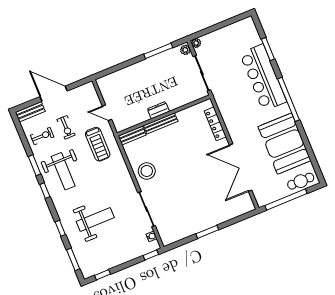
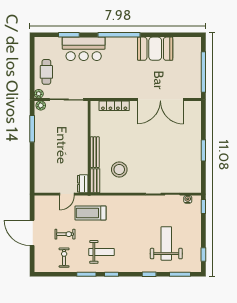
bar counter: (263, 77) -> (84, 49), width x0.73
door: (54, 94) -> (32, 233), hinge flipped
dresser: (158, 110) -> (83, 184), moved
bench: (30, 112) -> (39, 259), removed
treadmill: (98, 144) -> (90, 213), turned 180
booth: (284, 144) -> (155, 49), width x0.73, depth x0.70
weight bench: (63, 171) -> (101, 252), width x0.73, depth x0.75
stool: (147, 171) -> (119, 169), moved
cafe table: (301, 181) -> (46, 72), moved
weight bench: (95, 219) -> (166, 243), moved

